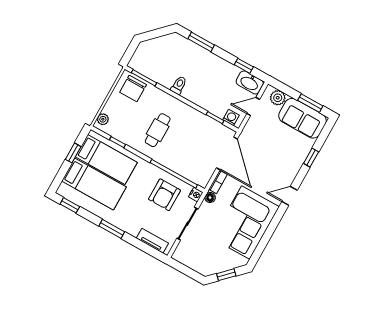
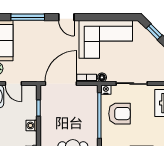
washing machine: (231, 118) -> (31, 125), moved
window: (311, 158) -> (28, 17), width x2.17

